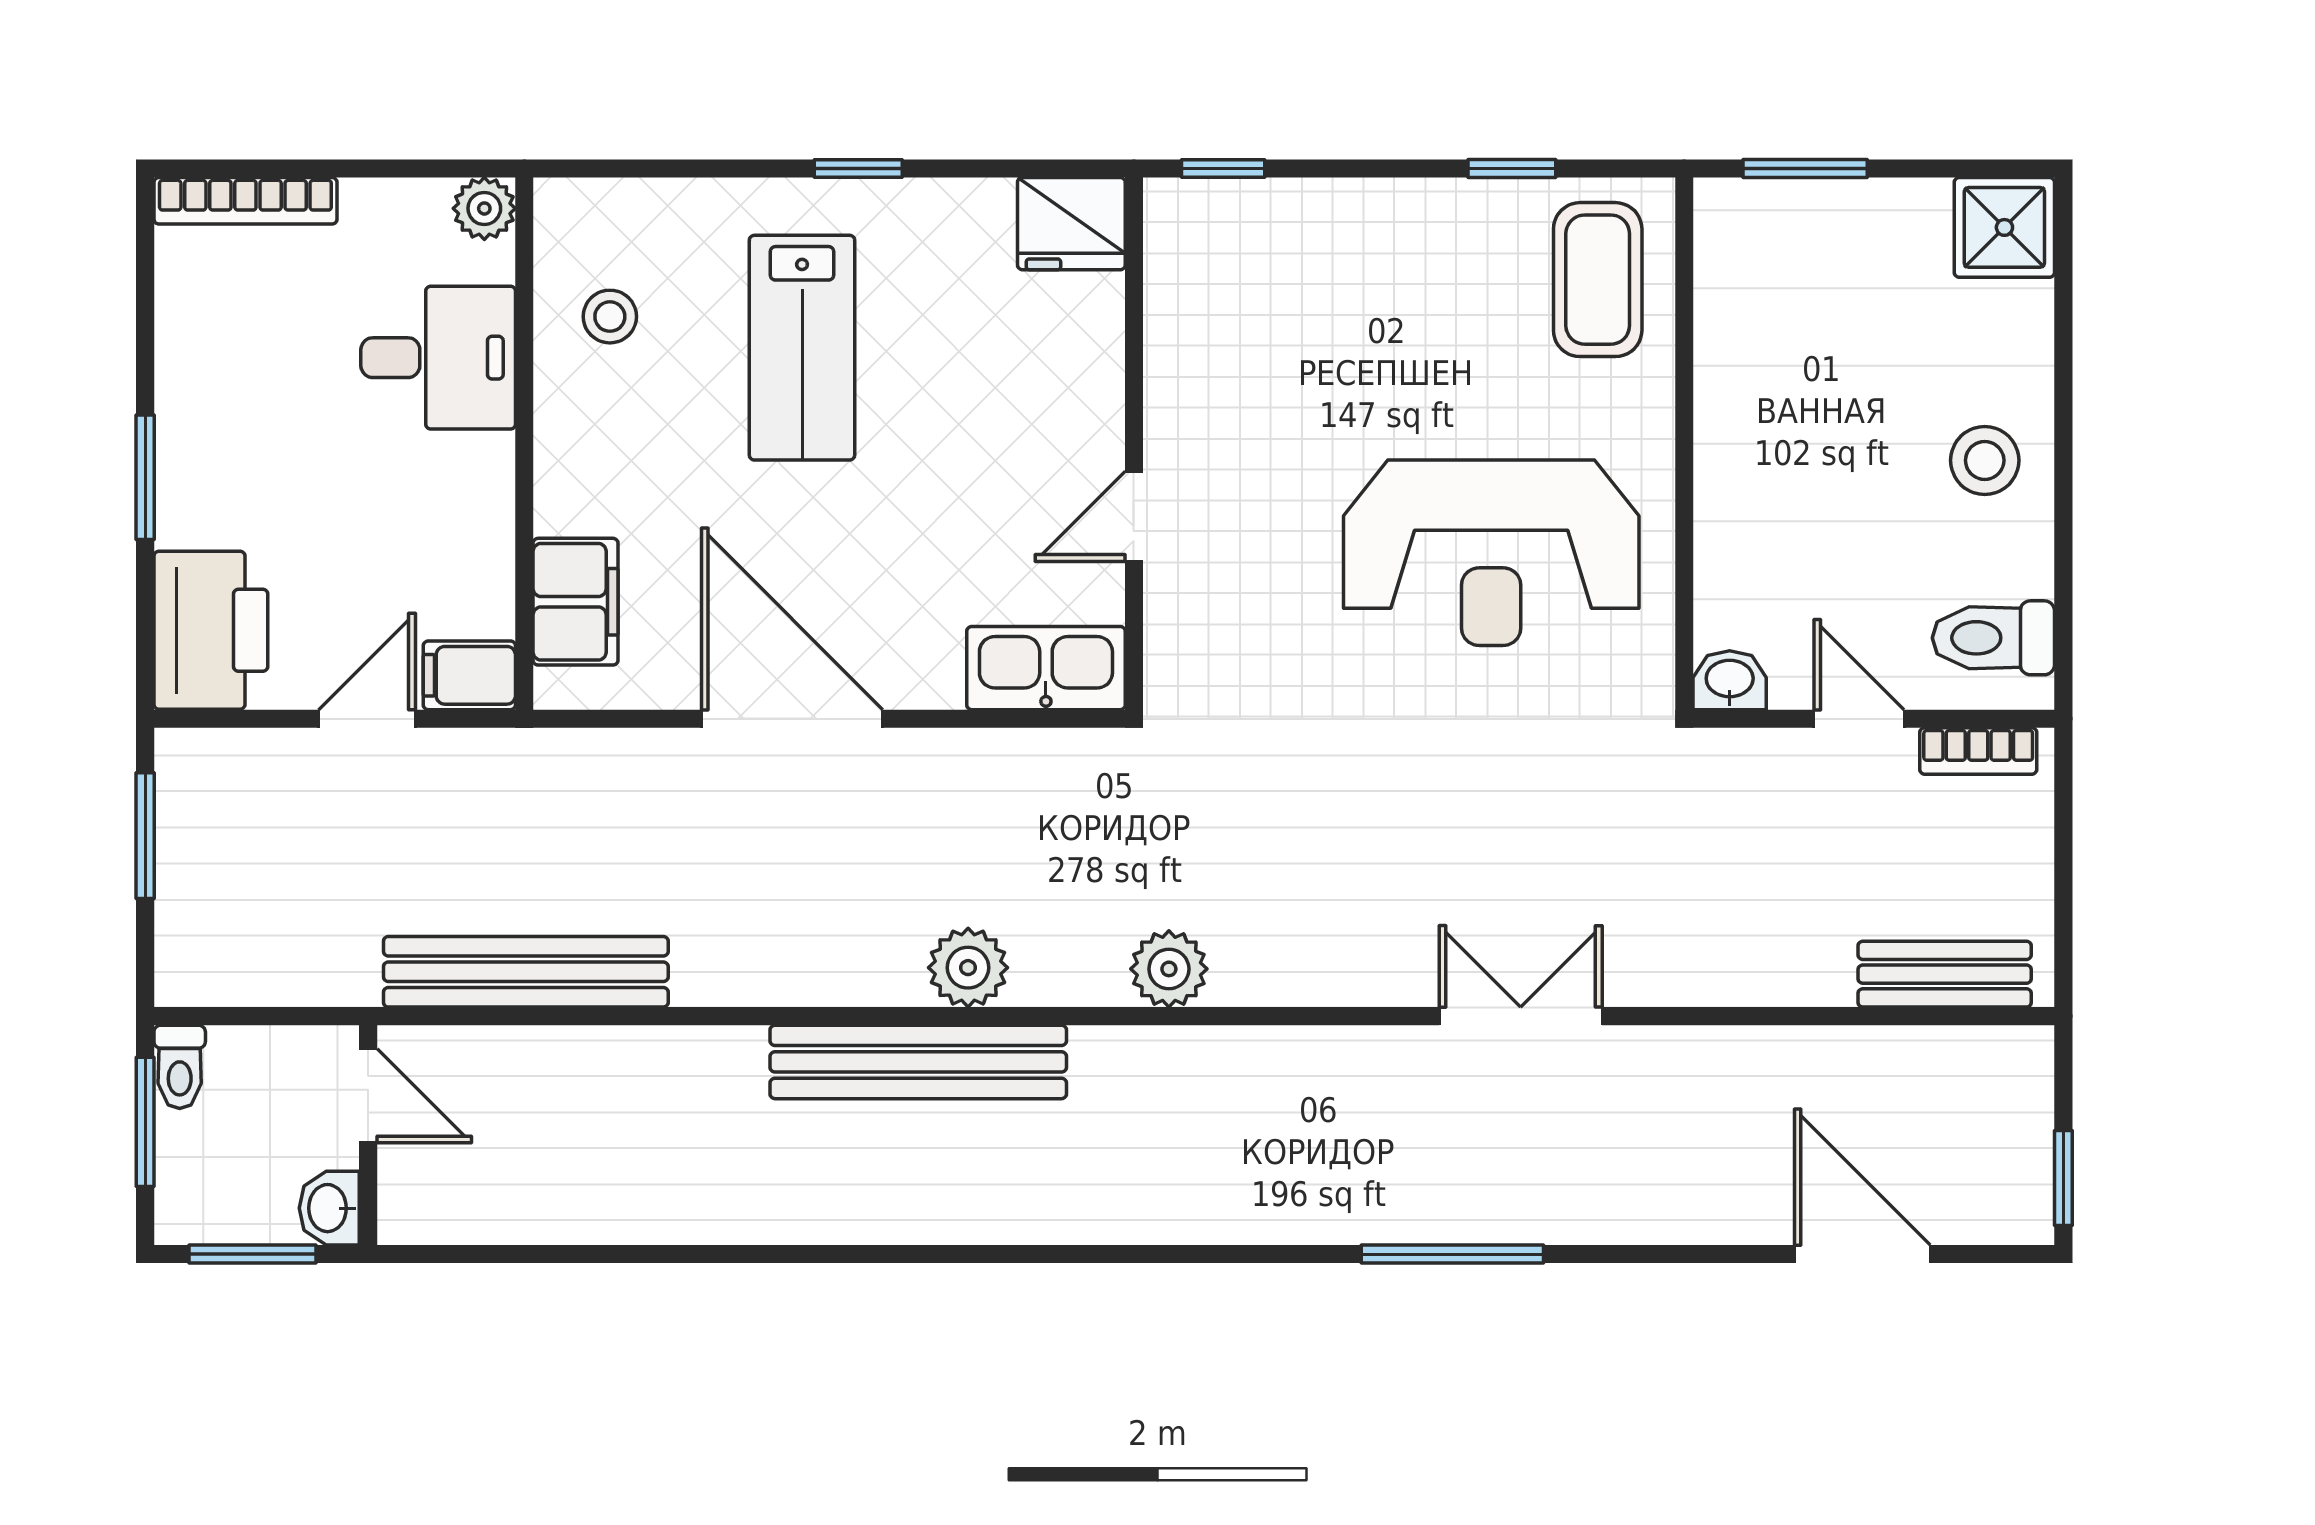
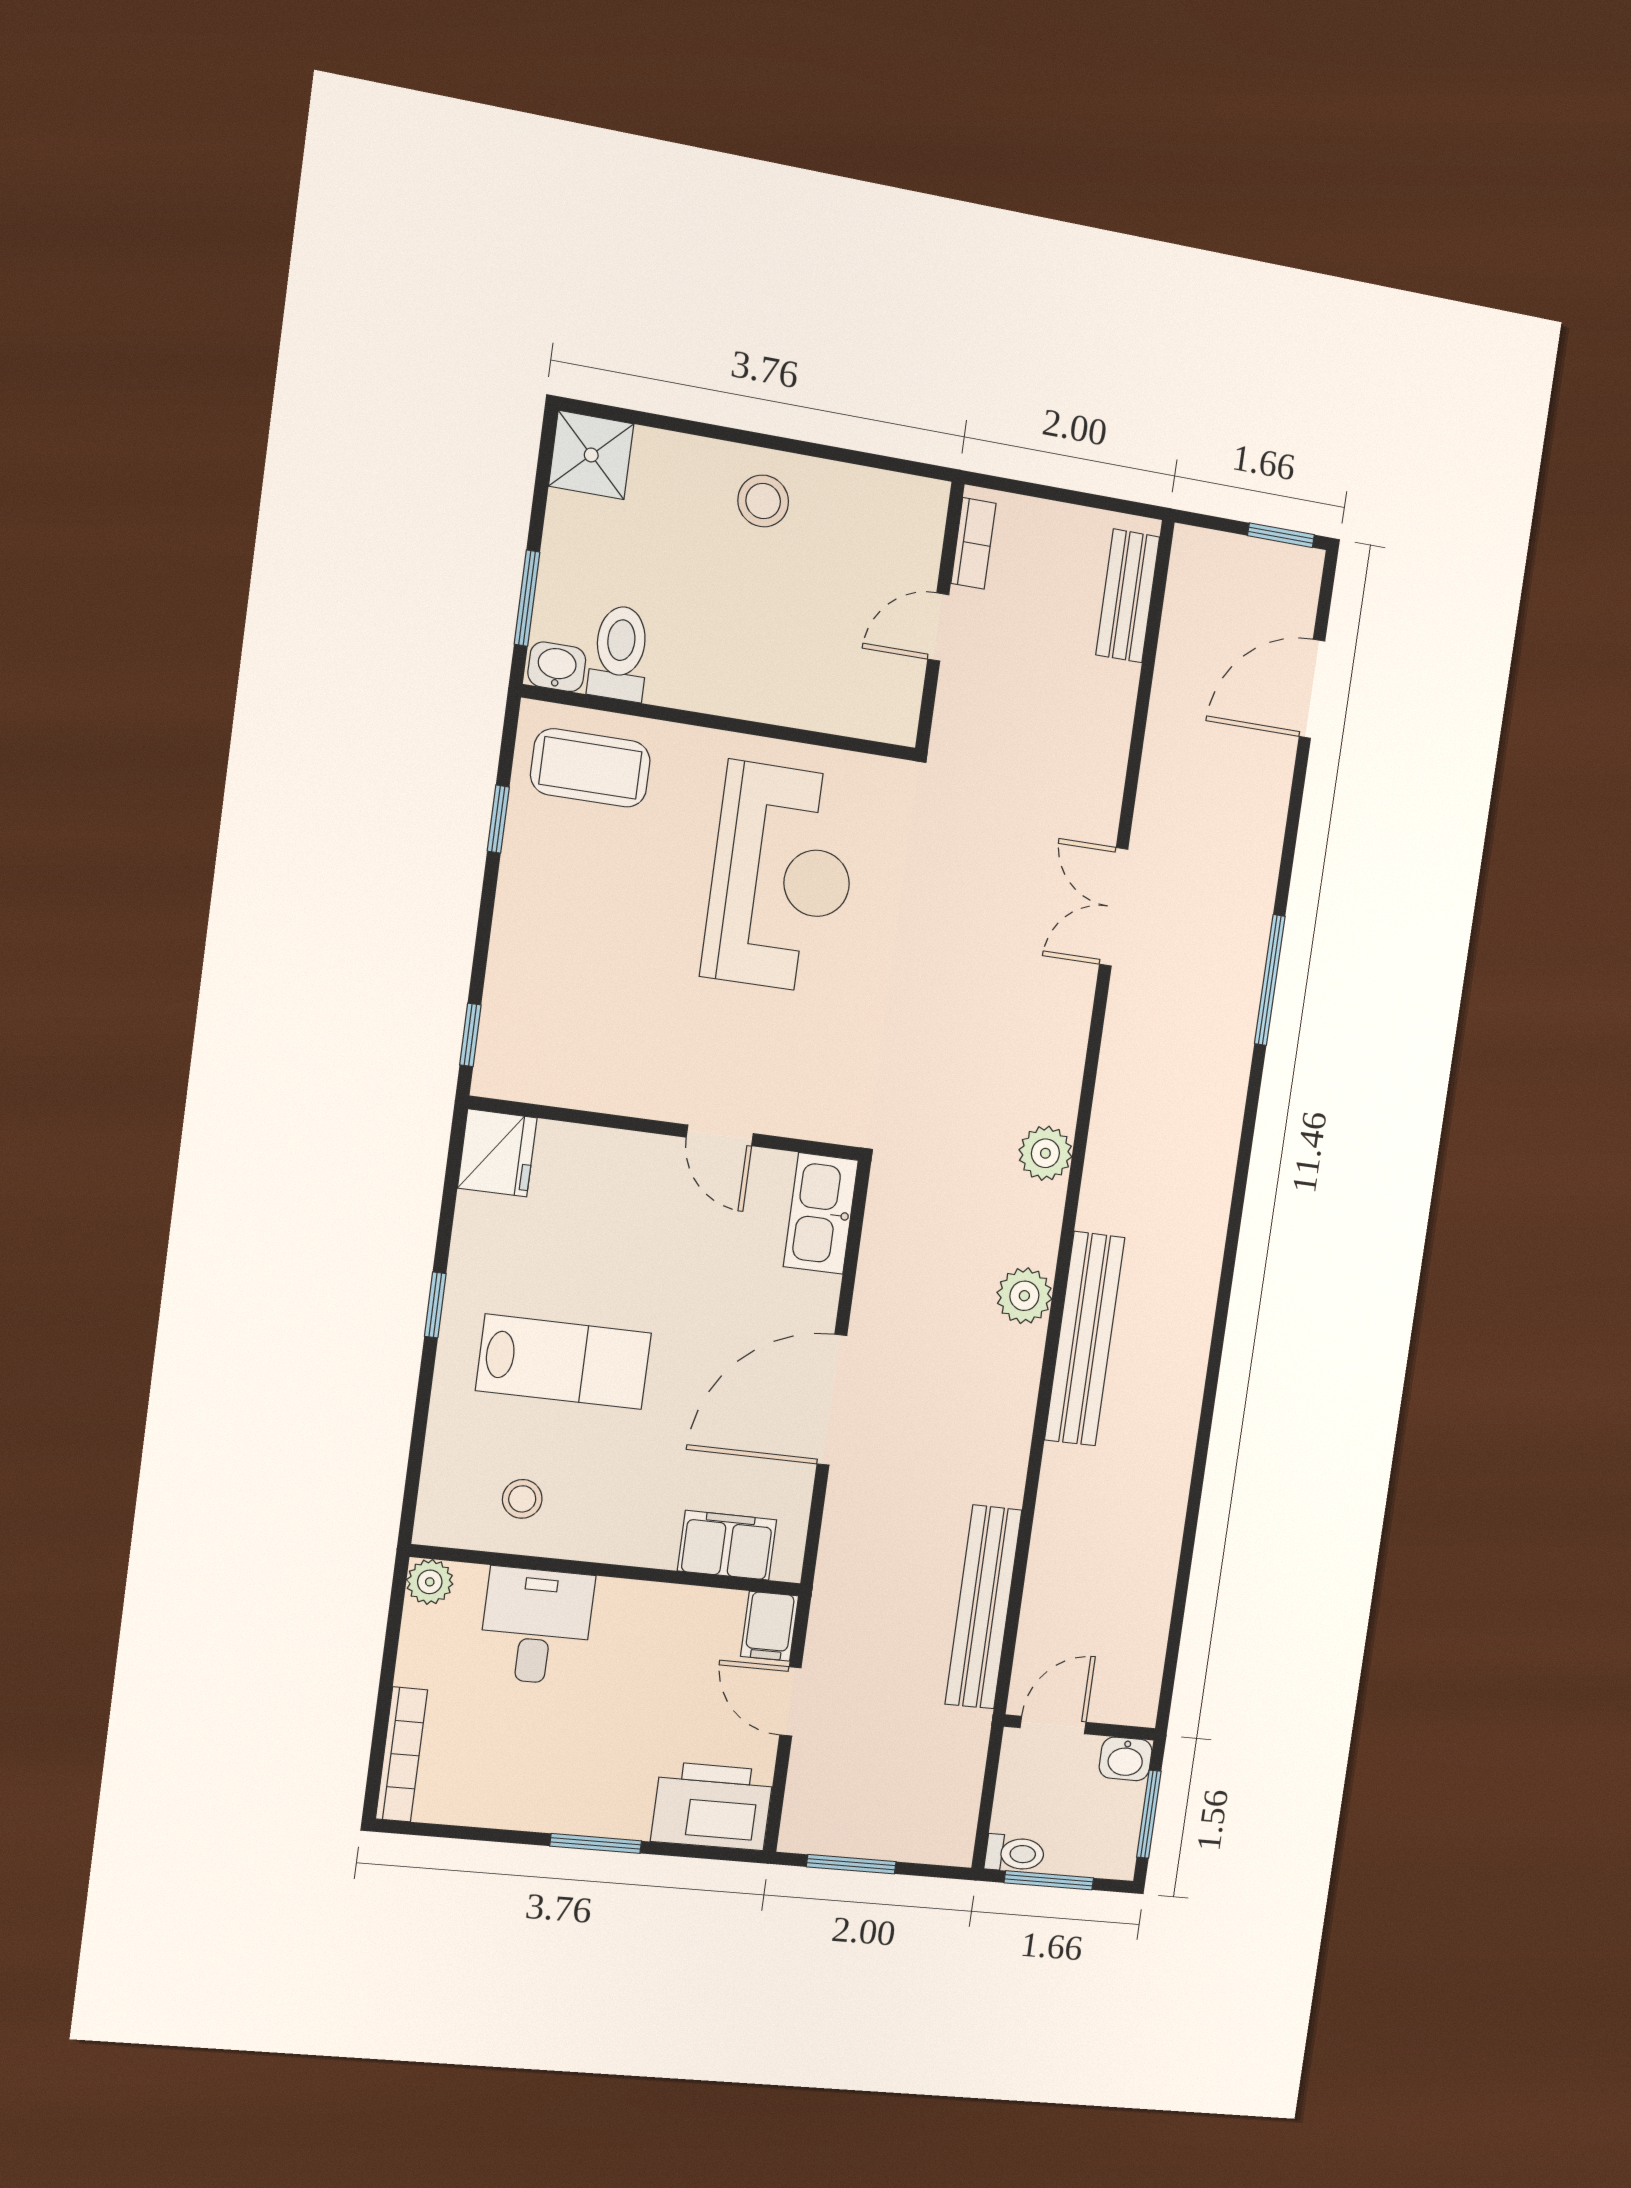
toilet: (1993, 638) -> (620, 653), moved, turned 180
washbasin: (1730, 680) -> (557, 667), moved, turned 90

